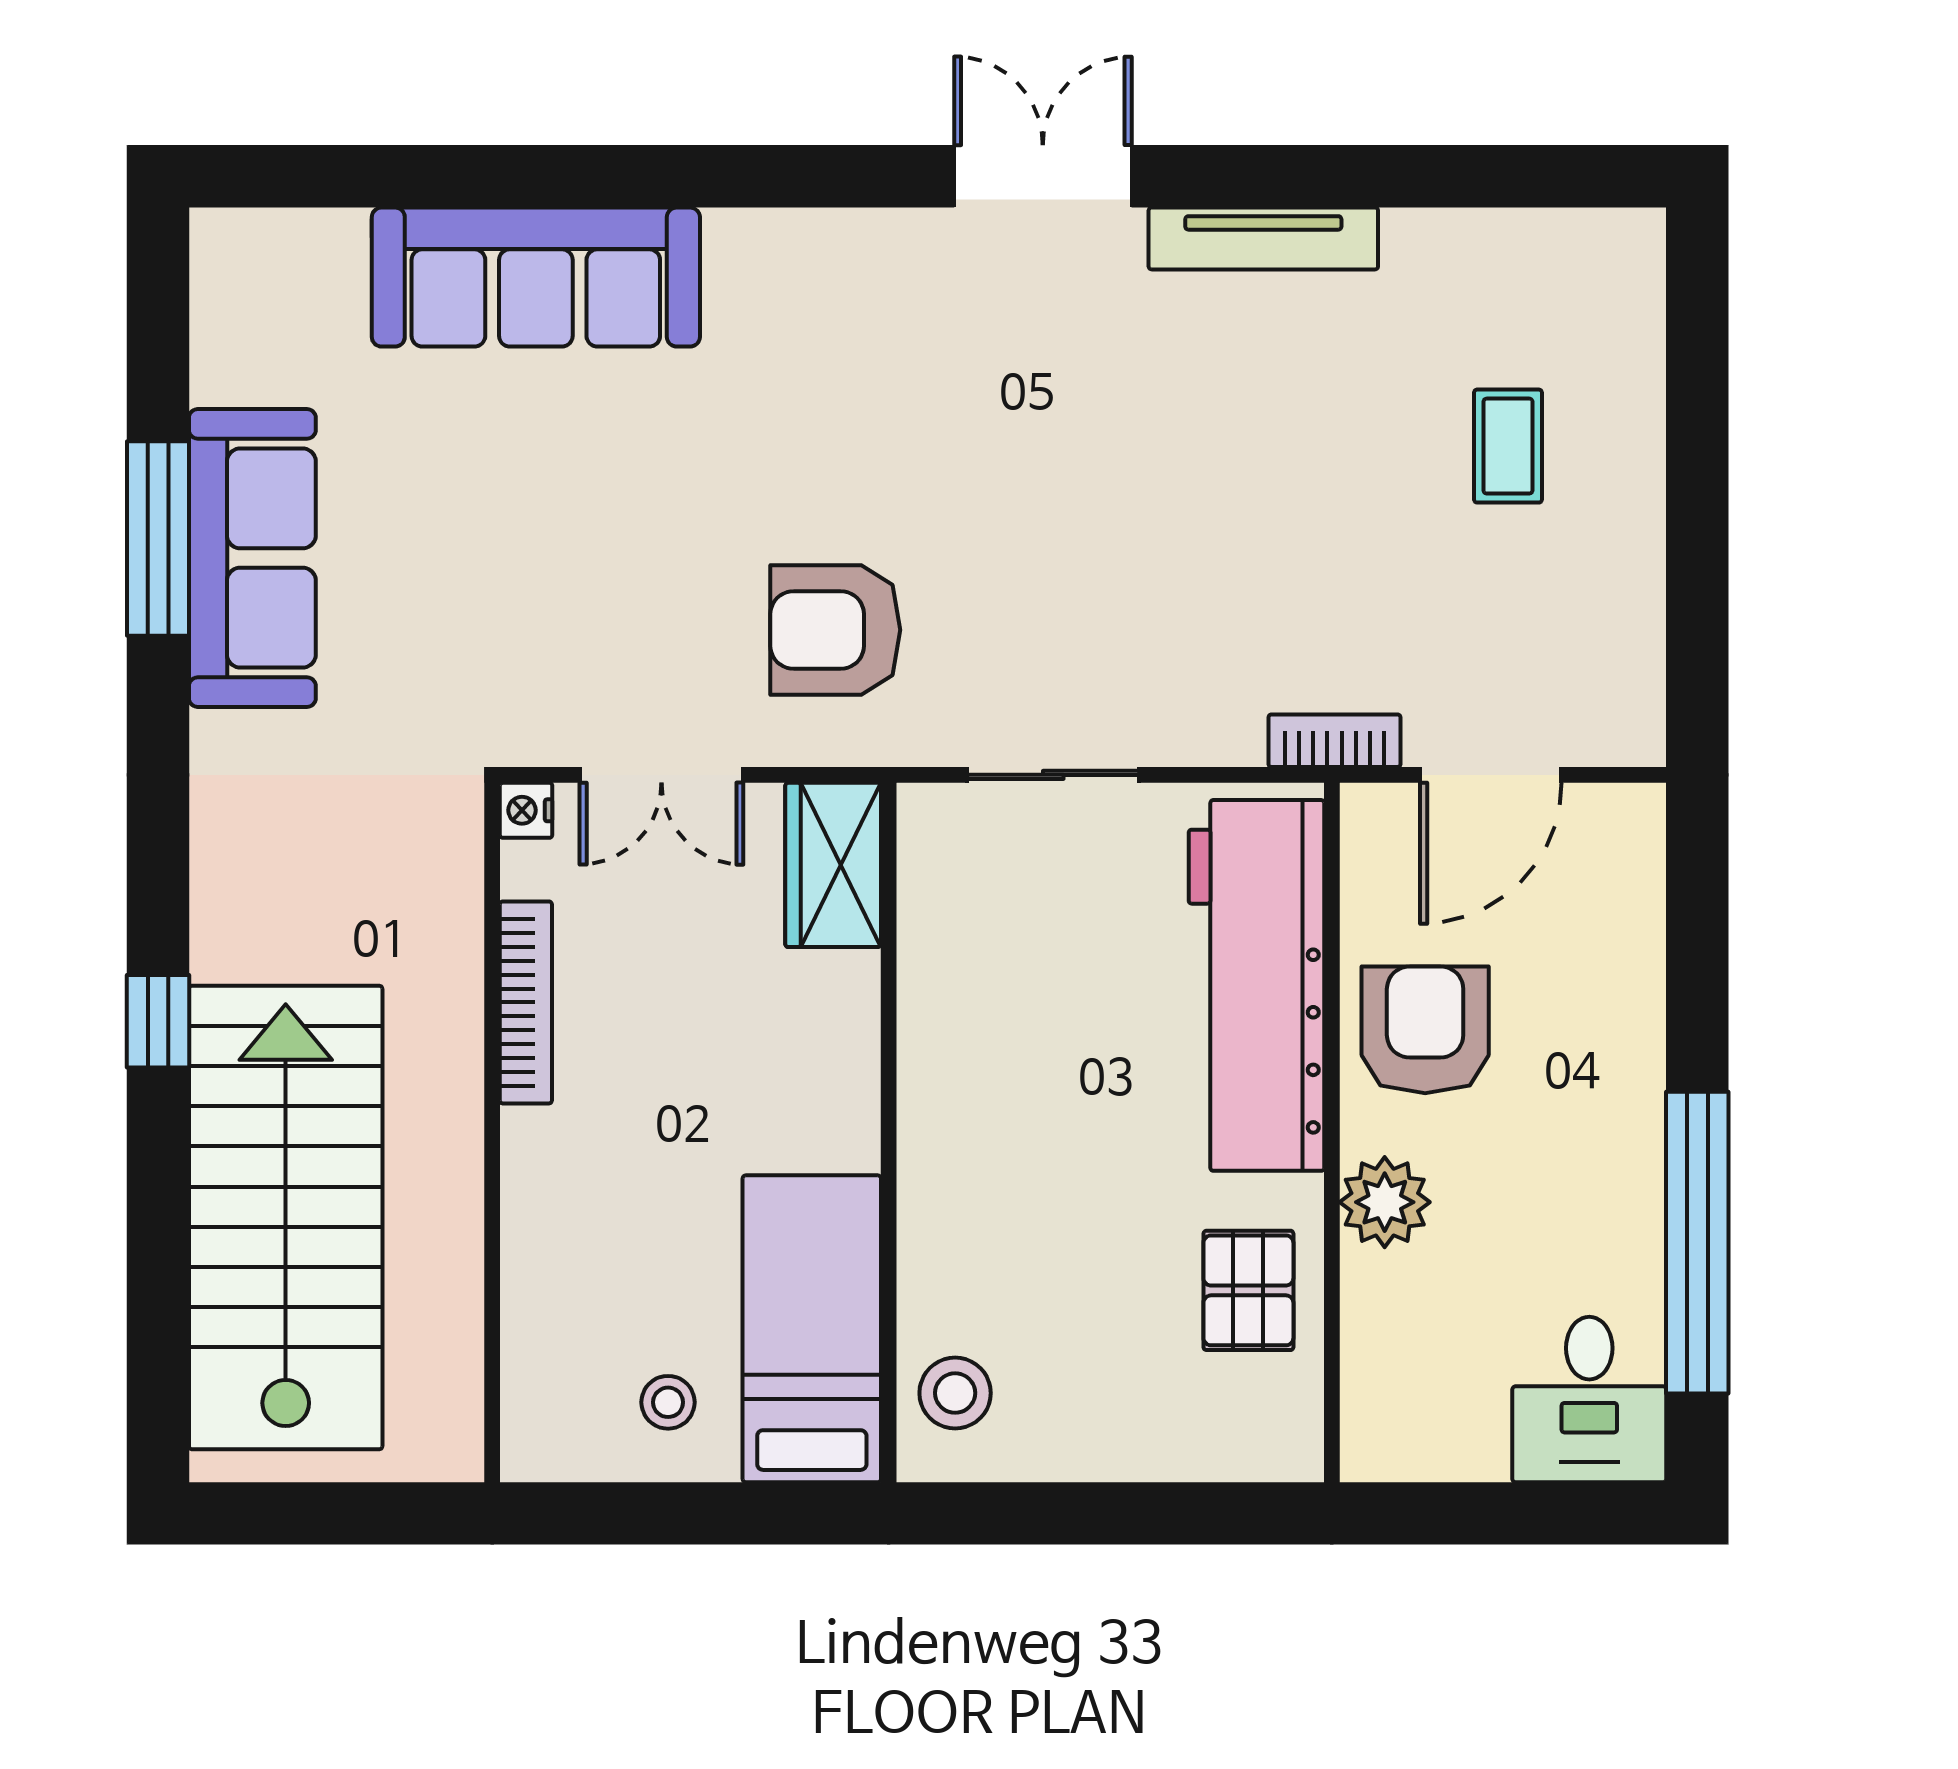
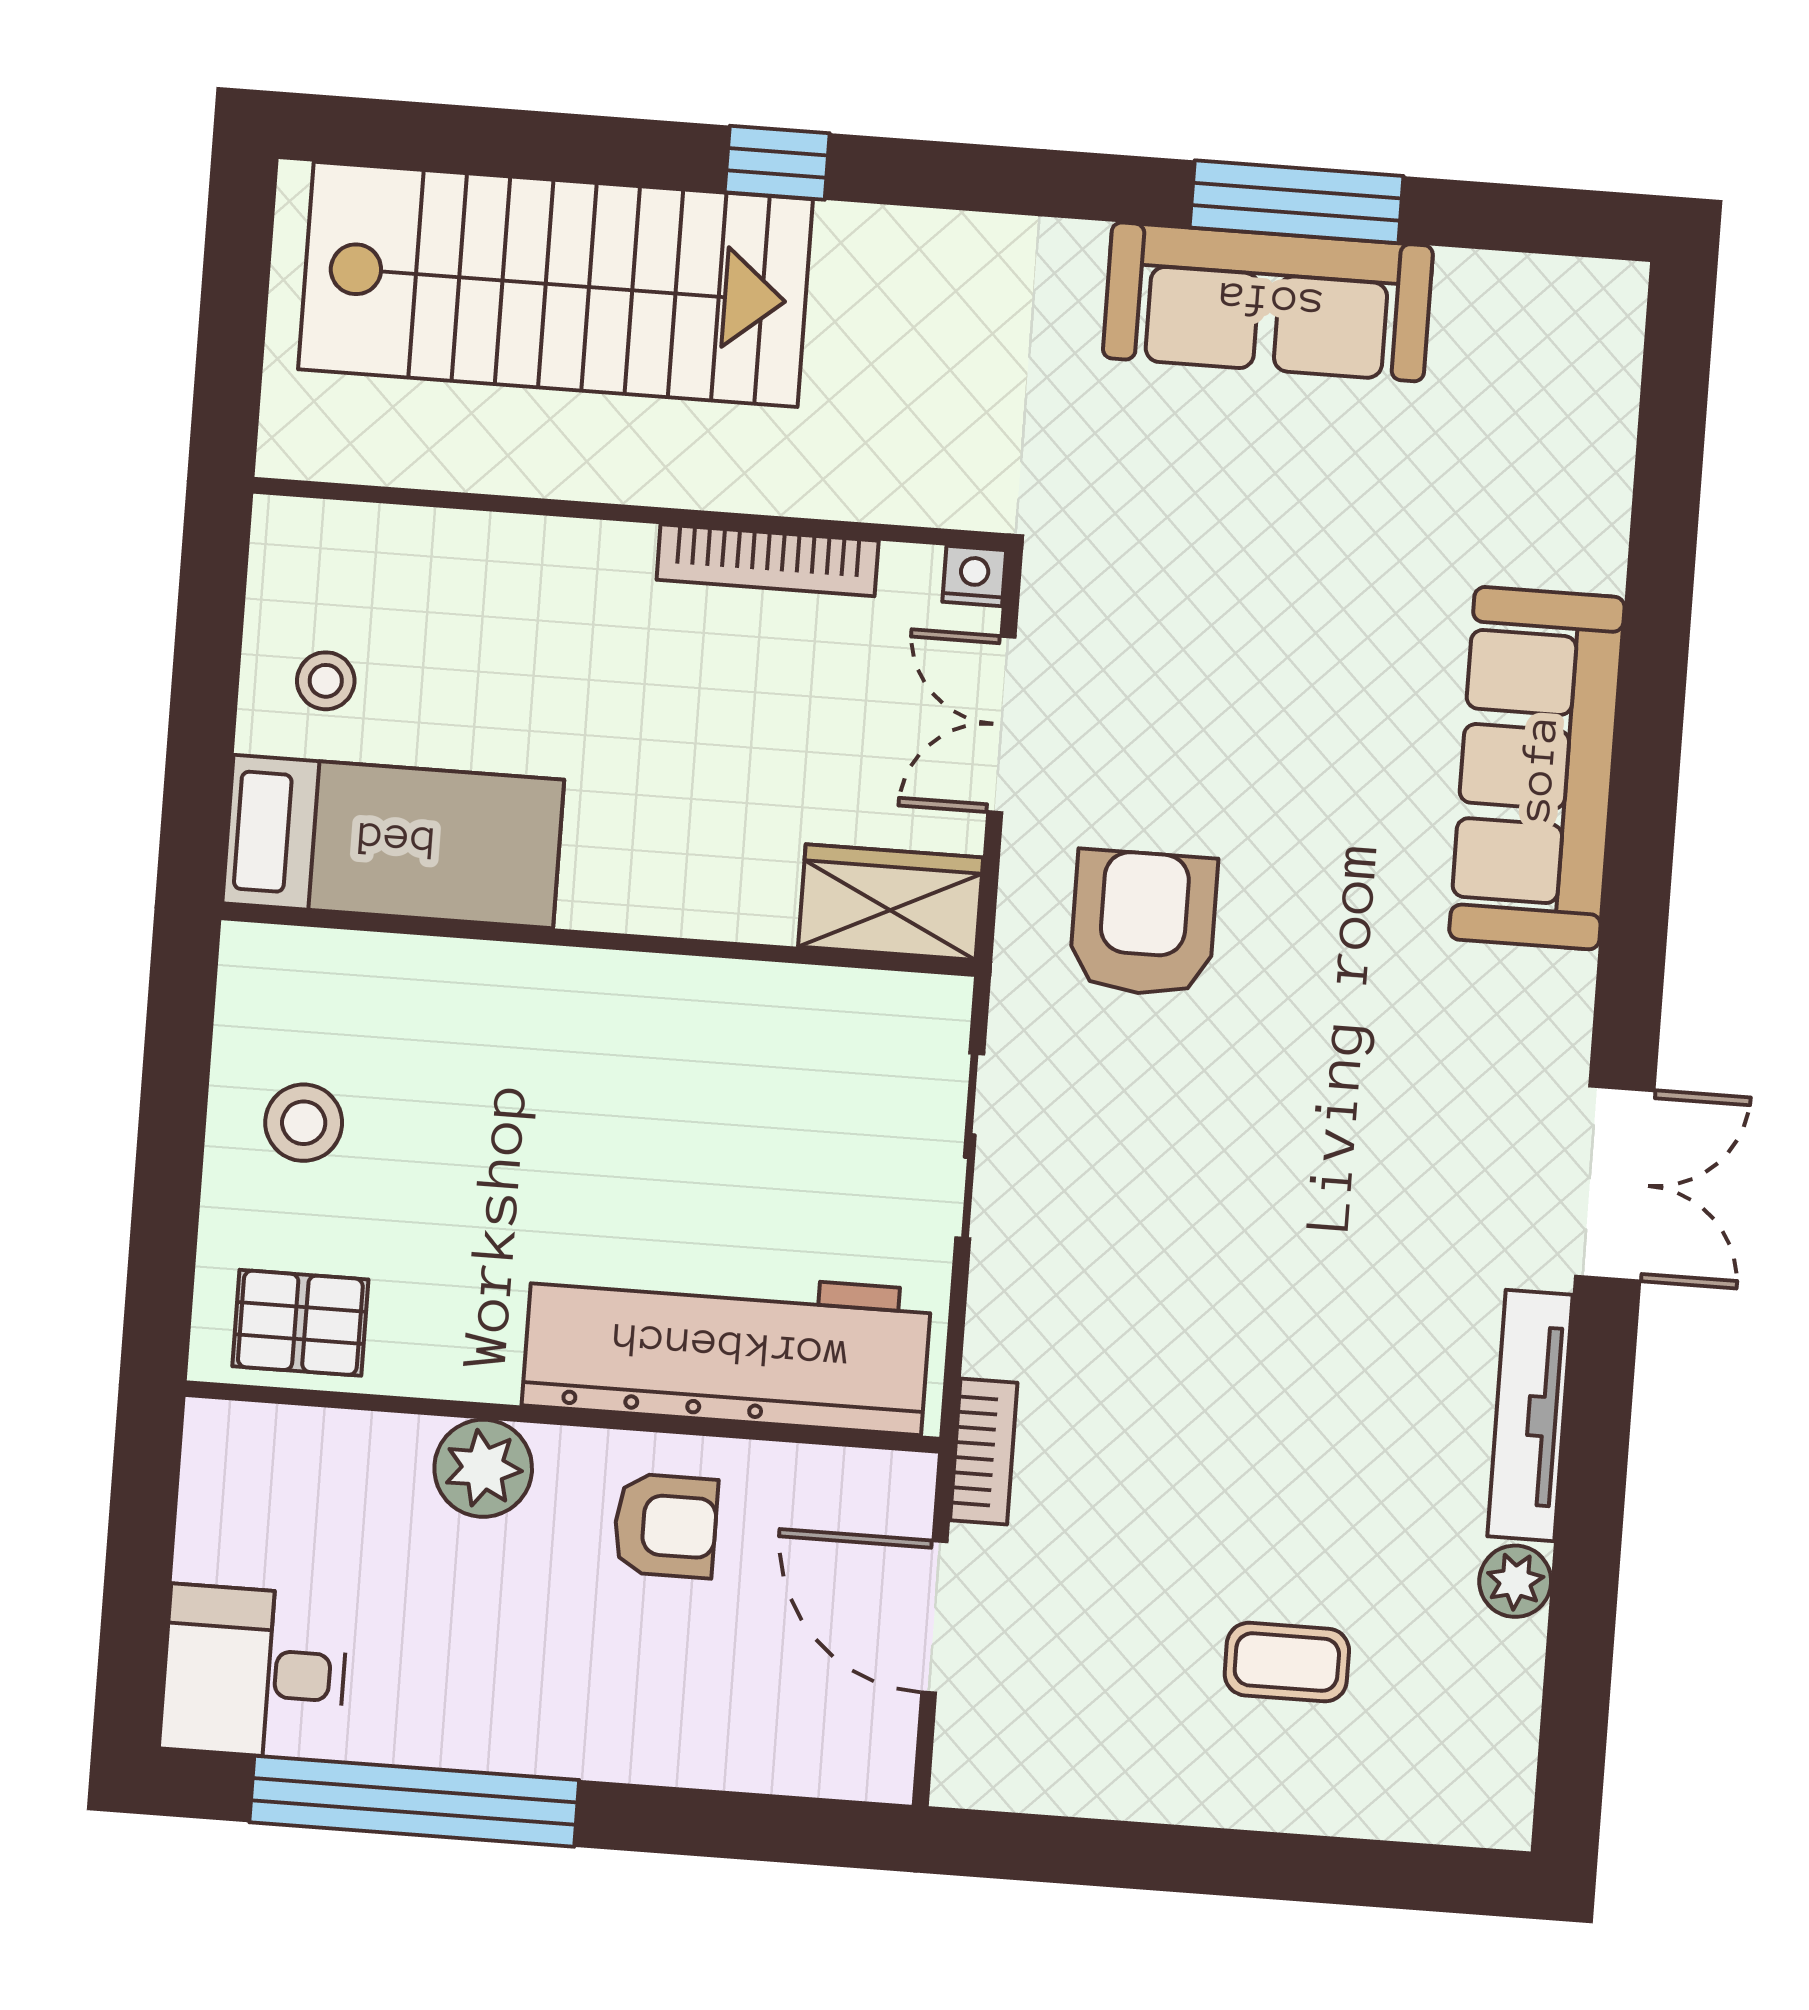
plant: (1417, 241) -> (1515, 1581), added
sofa: (536, 277) -> (1537, 768), moved
armchair: (1425, 1030) -> (665, 1526), width x0.72, depth x0.72
pallet: (1248, 1290) -> (300, 1323), moved
stool: (955, 1393) -> (304, 1123), moved

